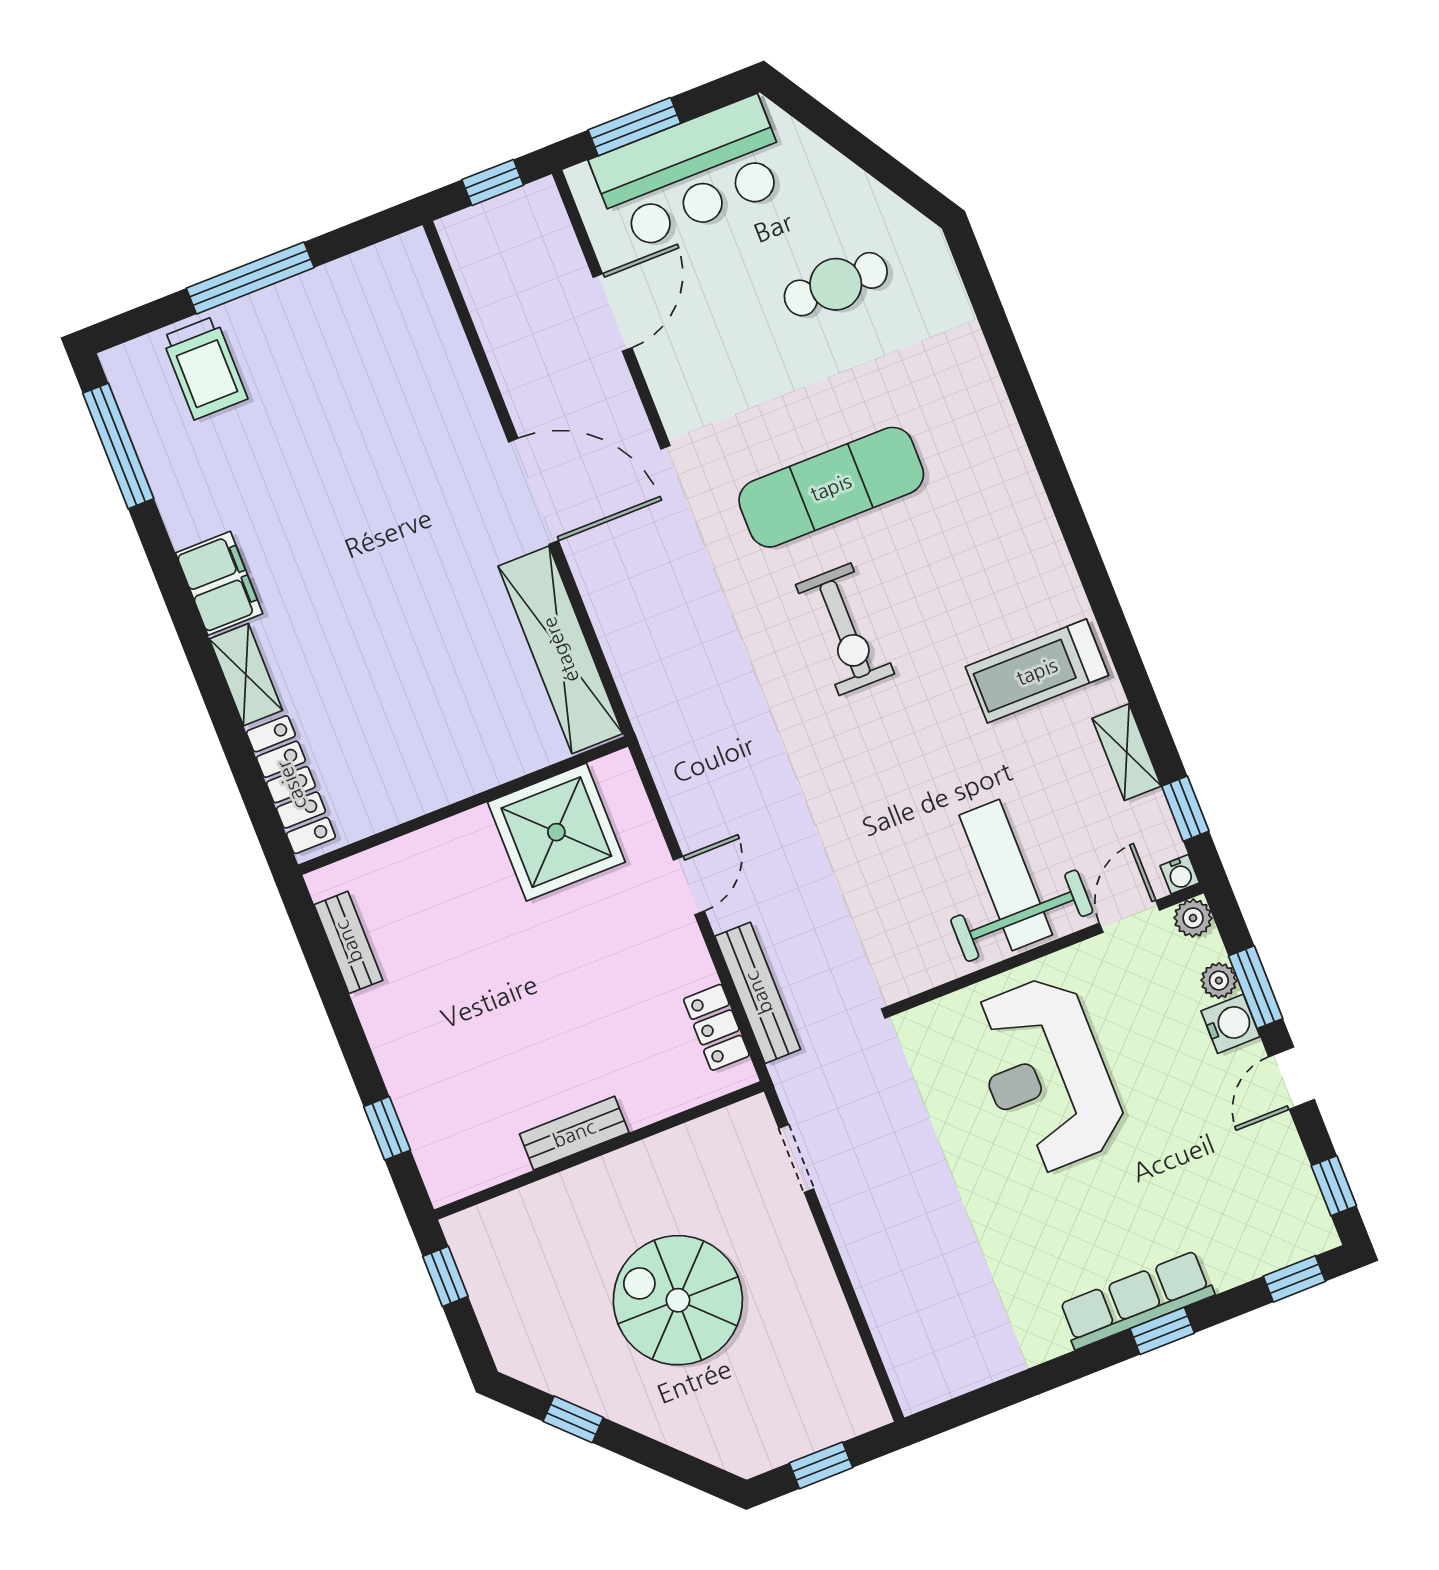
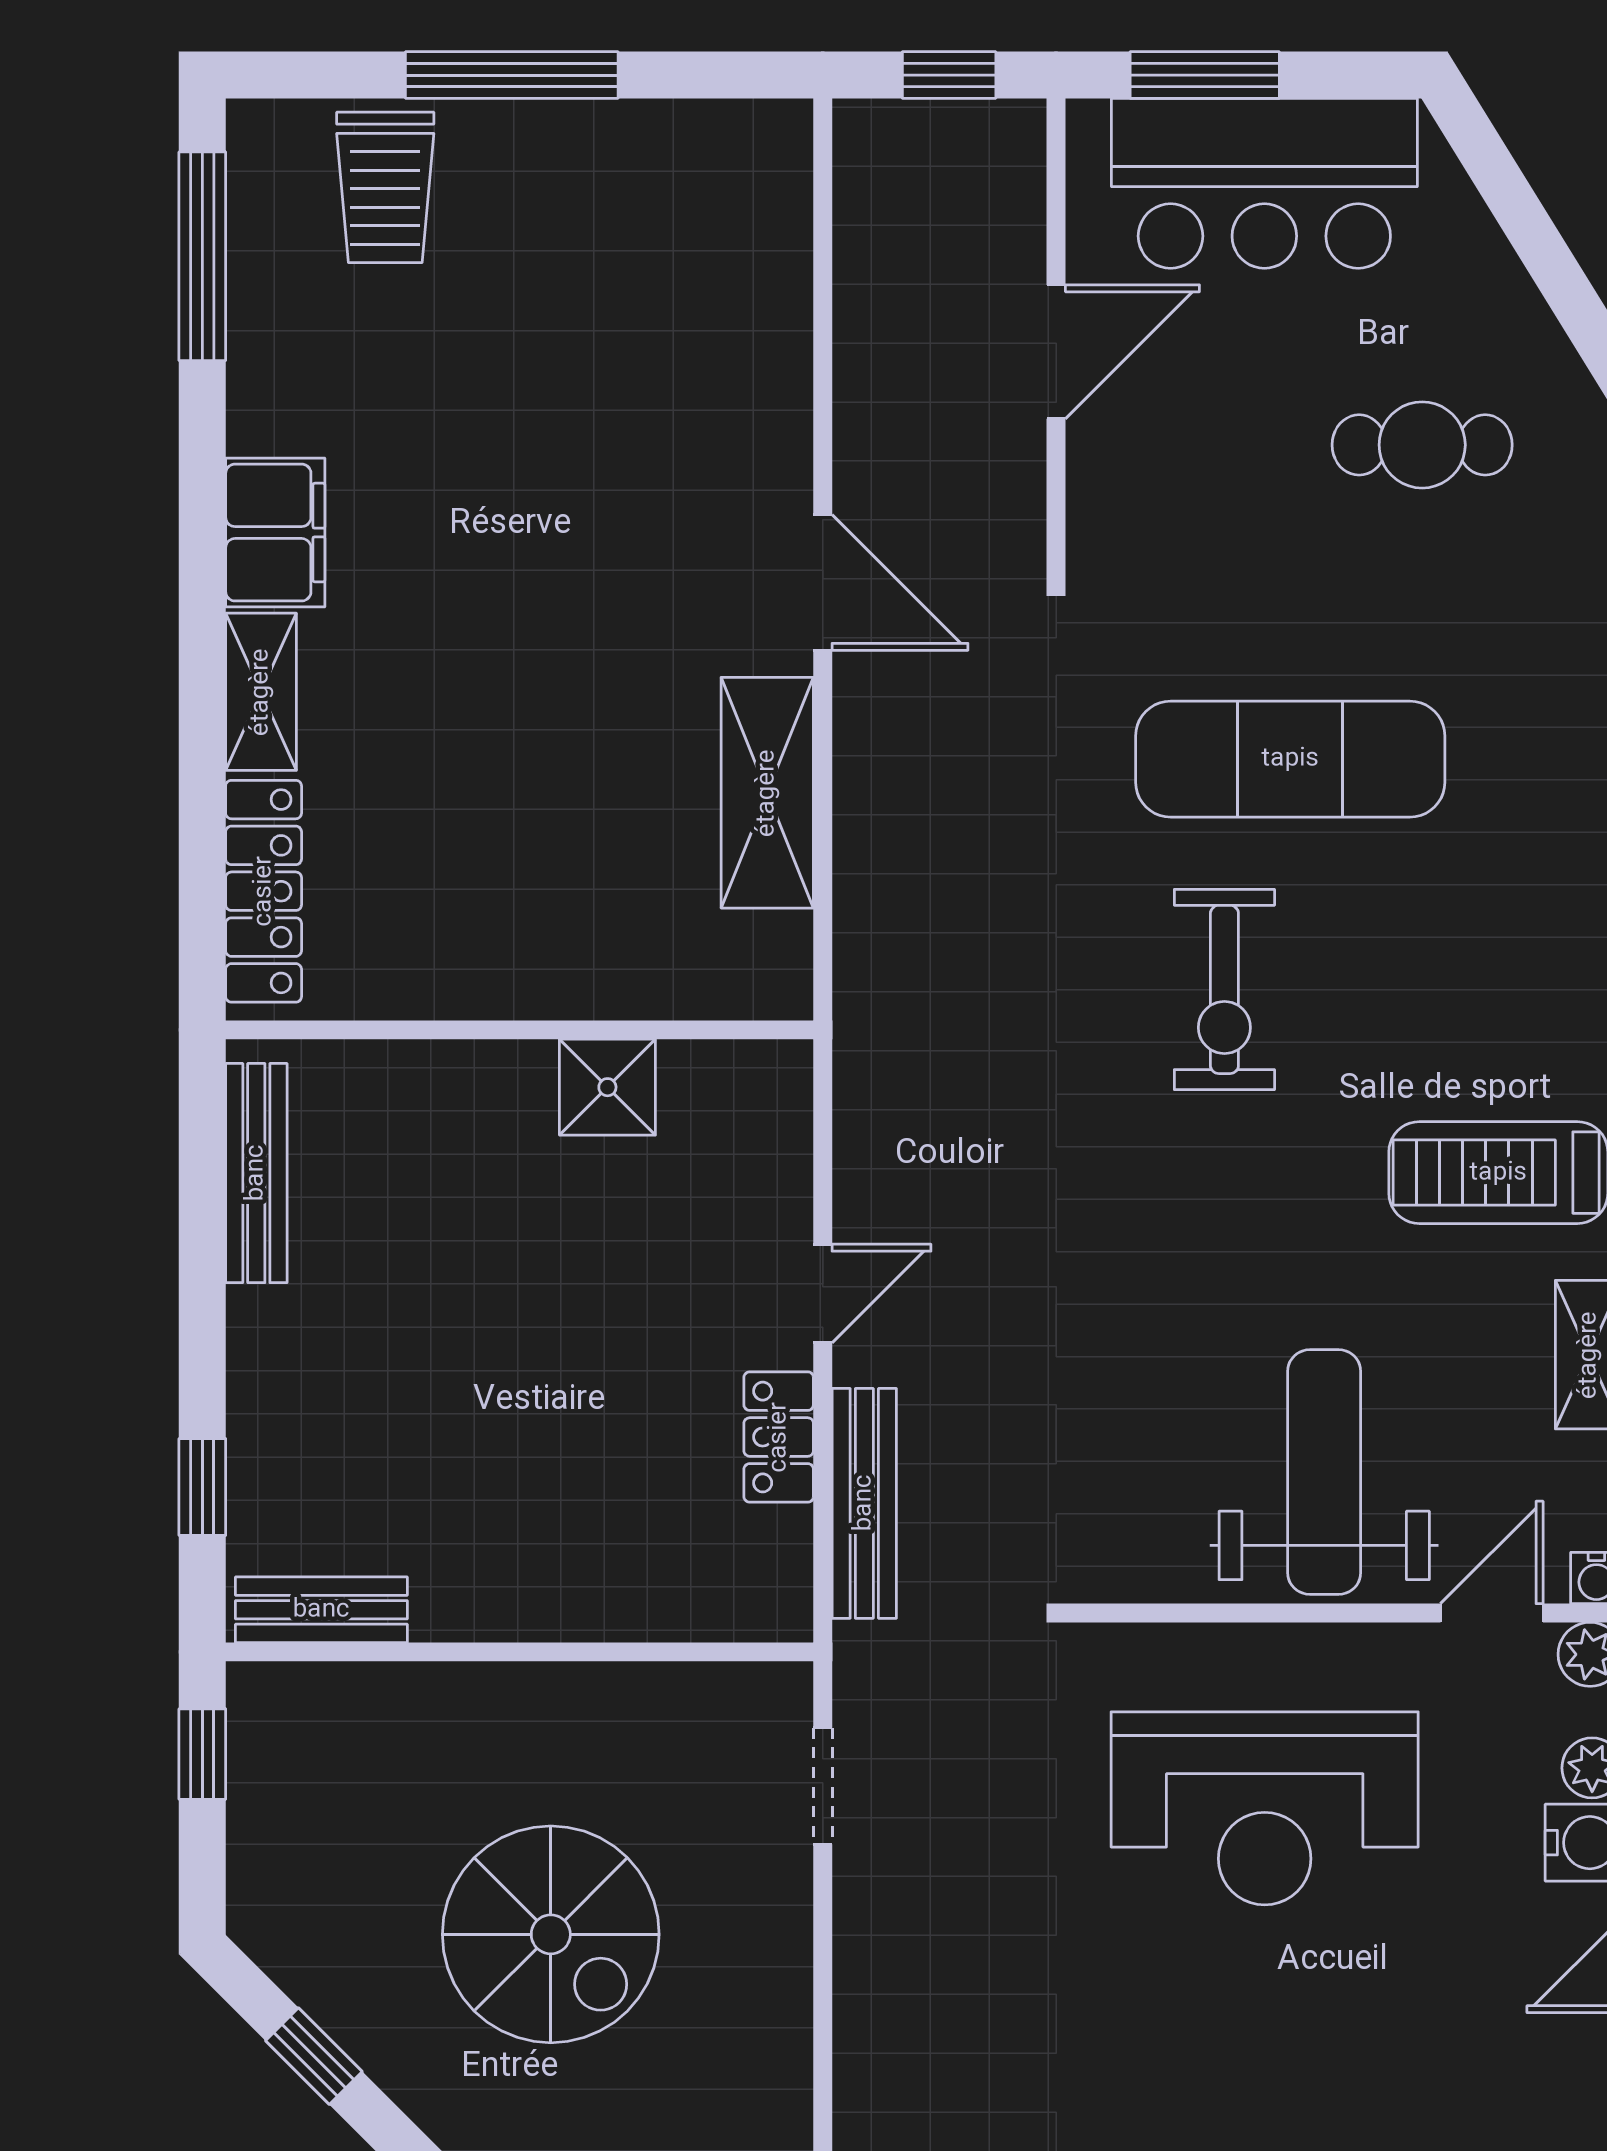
door: (534, 491) -> (823, 582), width x0.73
shelving: (560, 650) -> (767, 793), width x0.68
shower: (556, 832) -> (607, 1087), width x0.54, depth x0.54
bench: (348, 942) -> (256, 1173), width x1.36
locker: (716, 1027) -> (779, 1437), moved
reception desk: (1046, 1075) -> (1265, 1808), turned -90
bench: (574, 1133) -> (321, 1610), moved
spiral stairs: (678, 1300) -> (551, 1934), turned 180

